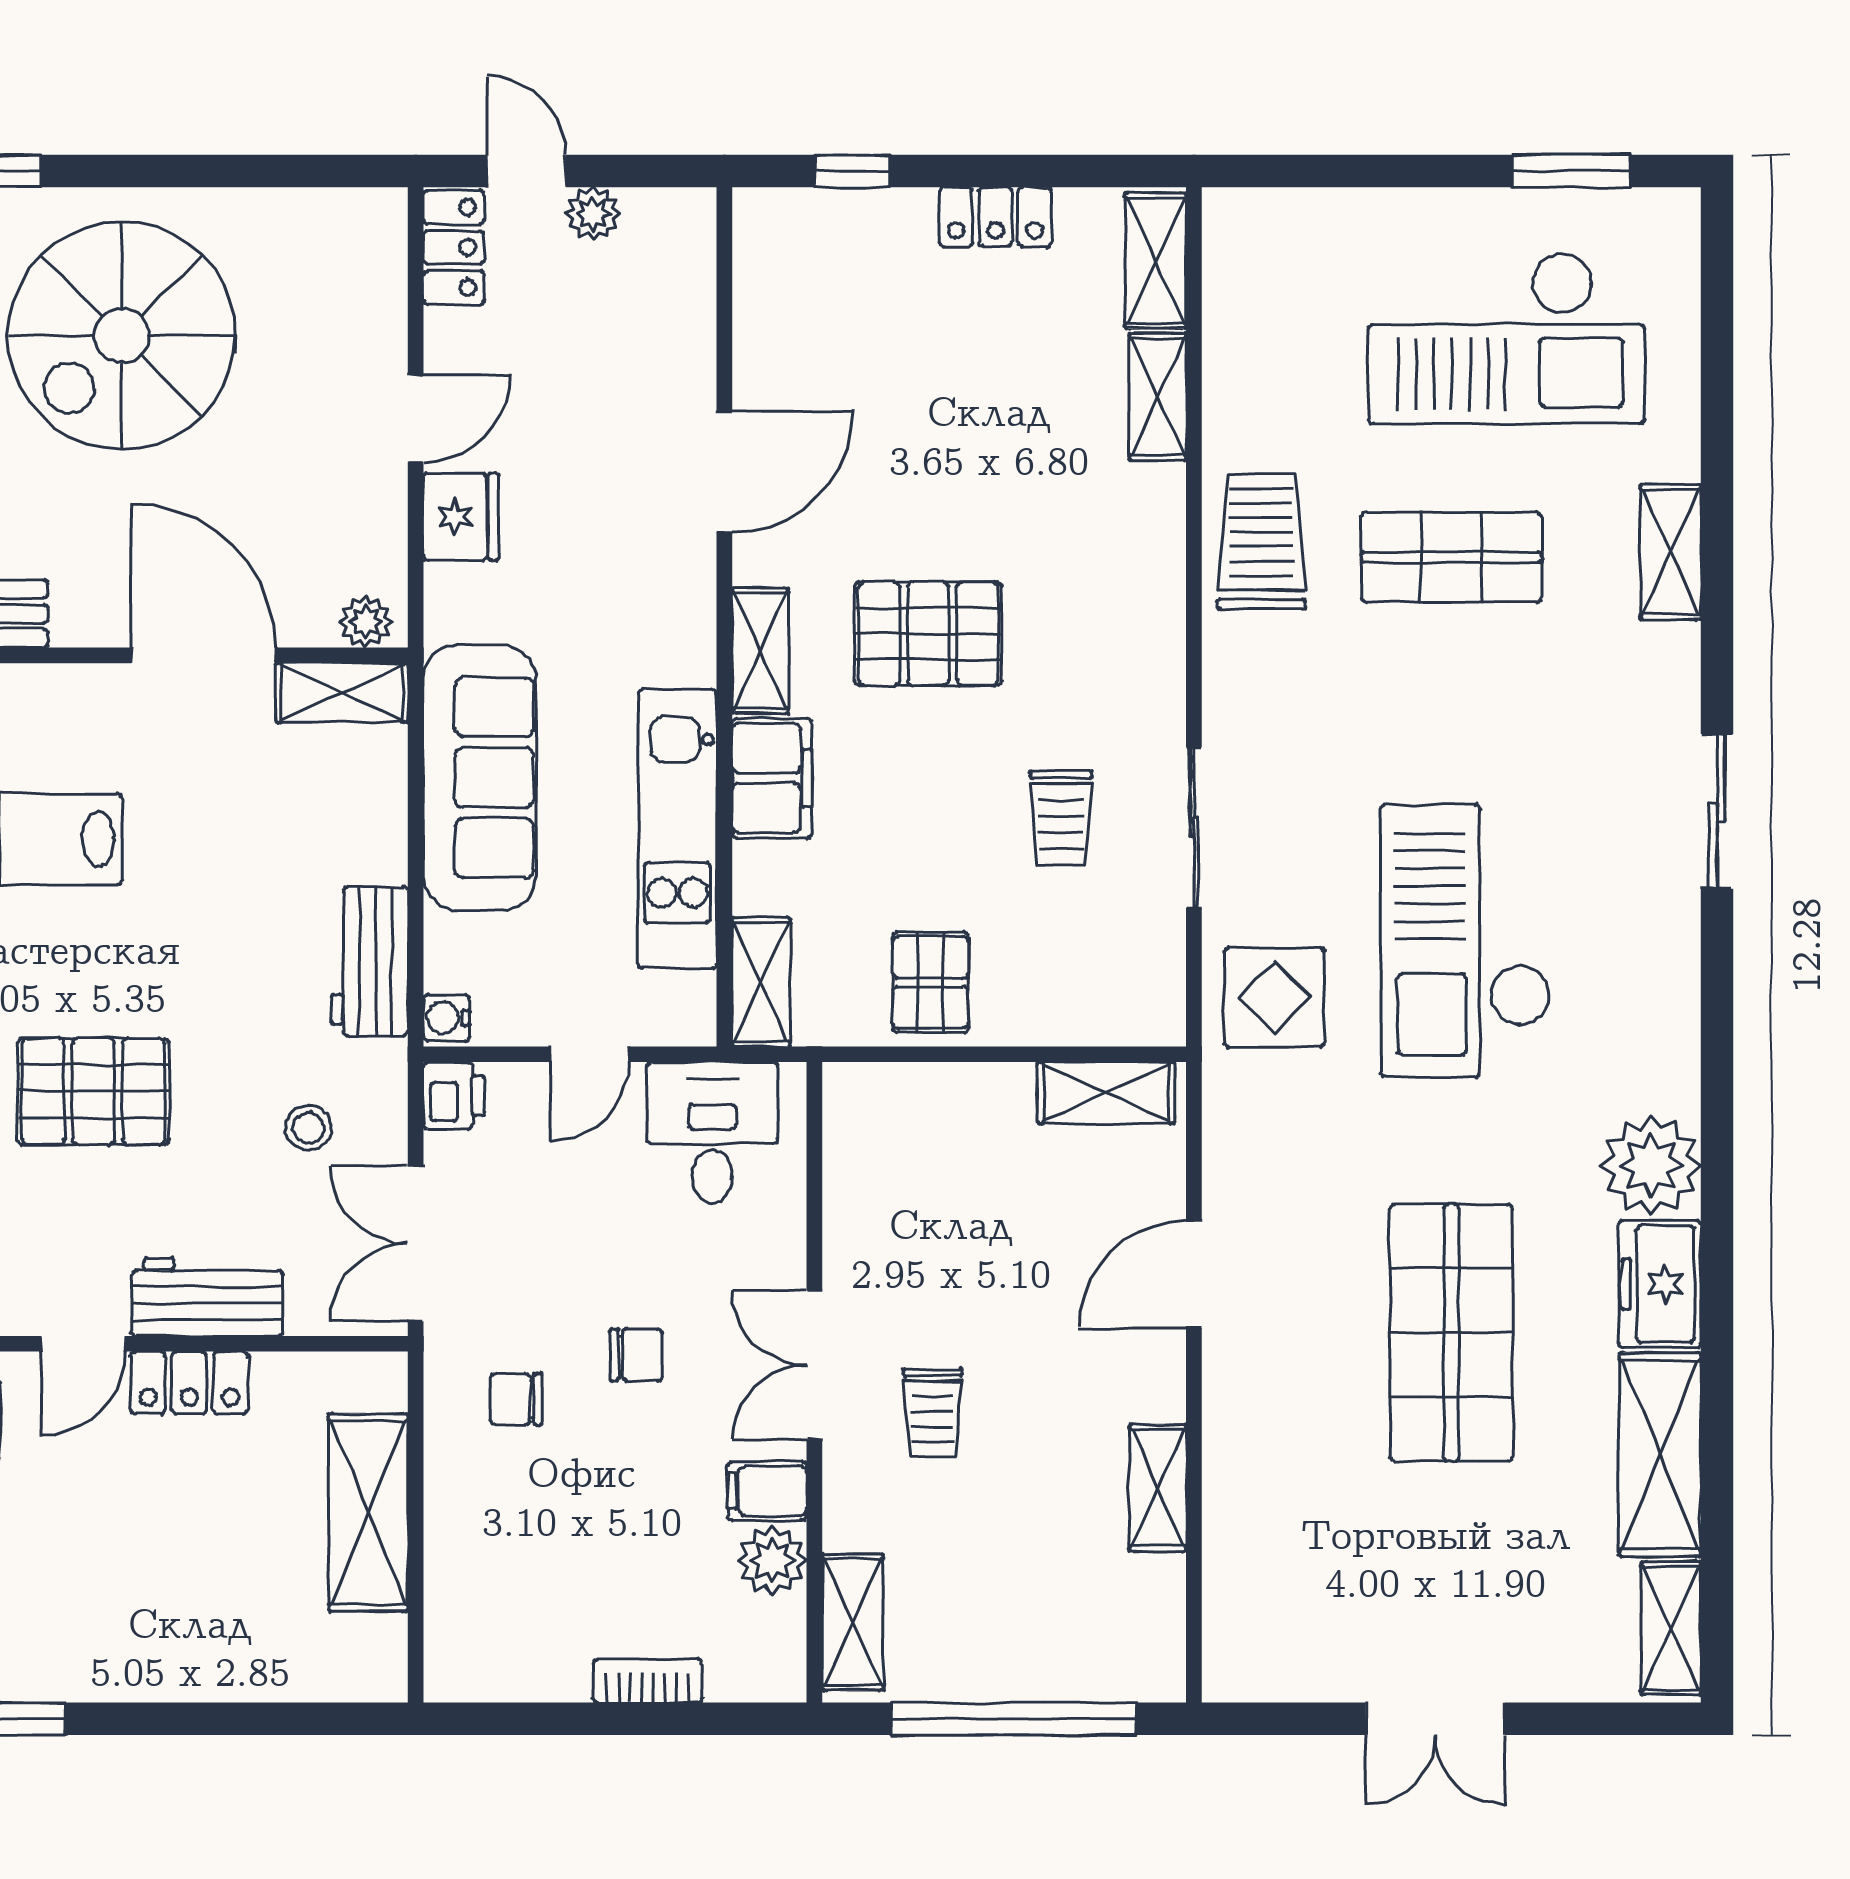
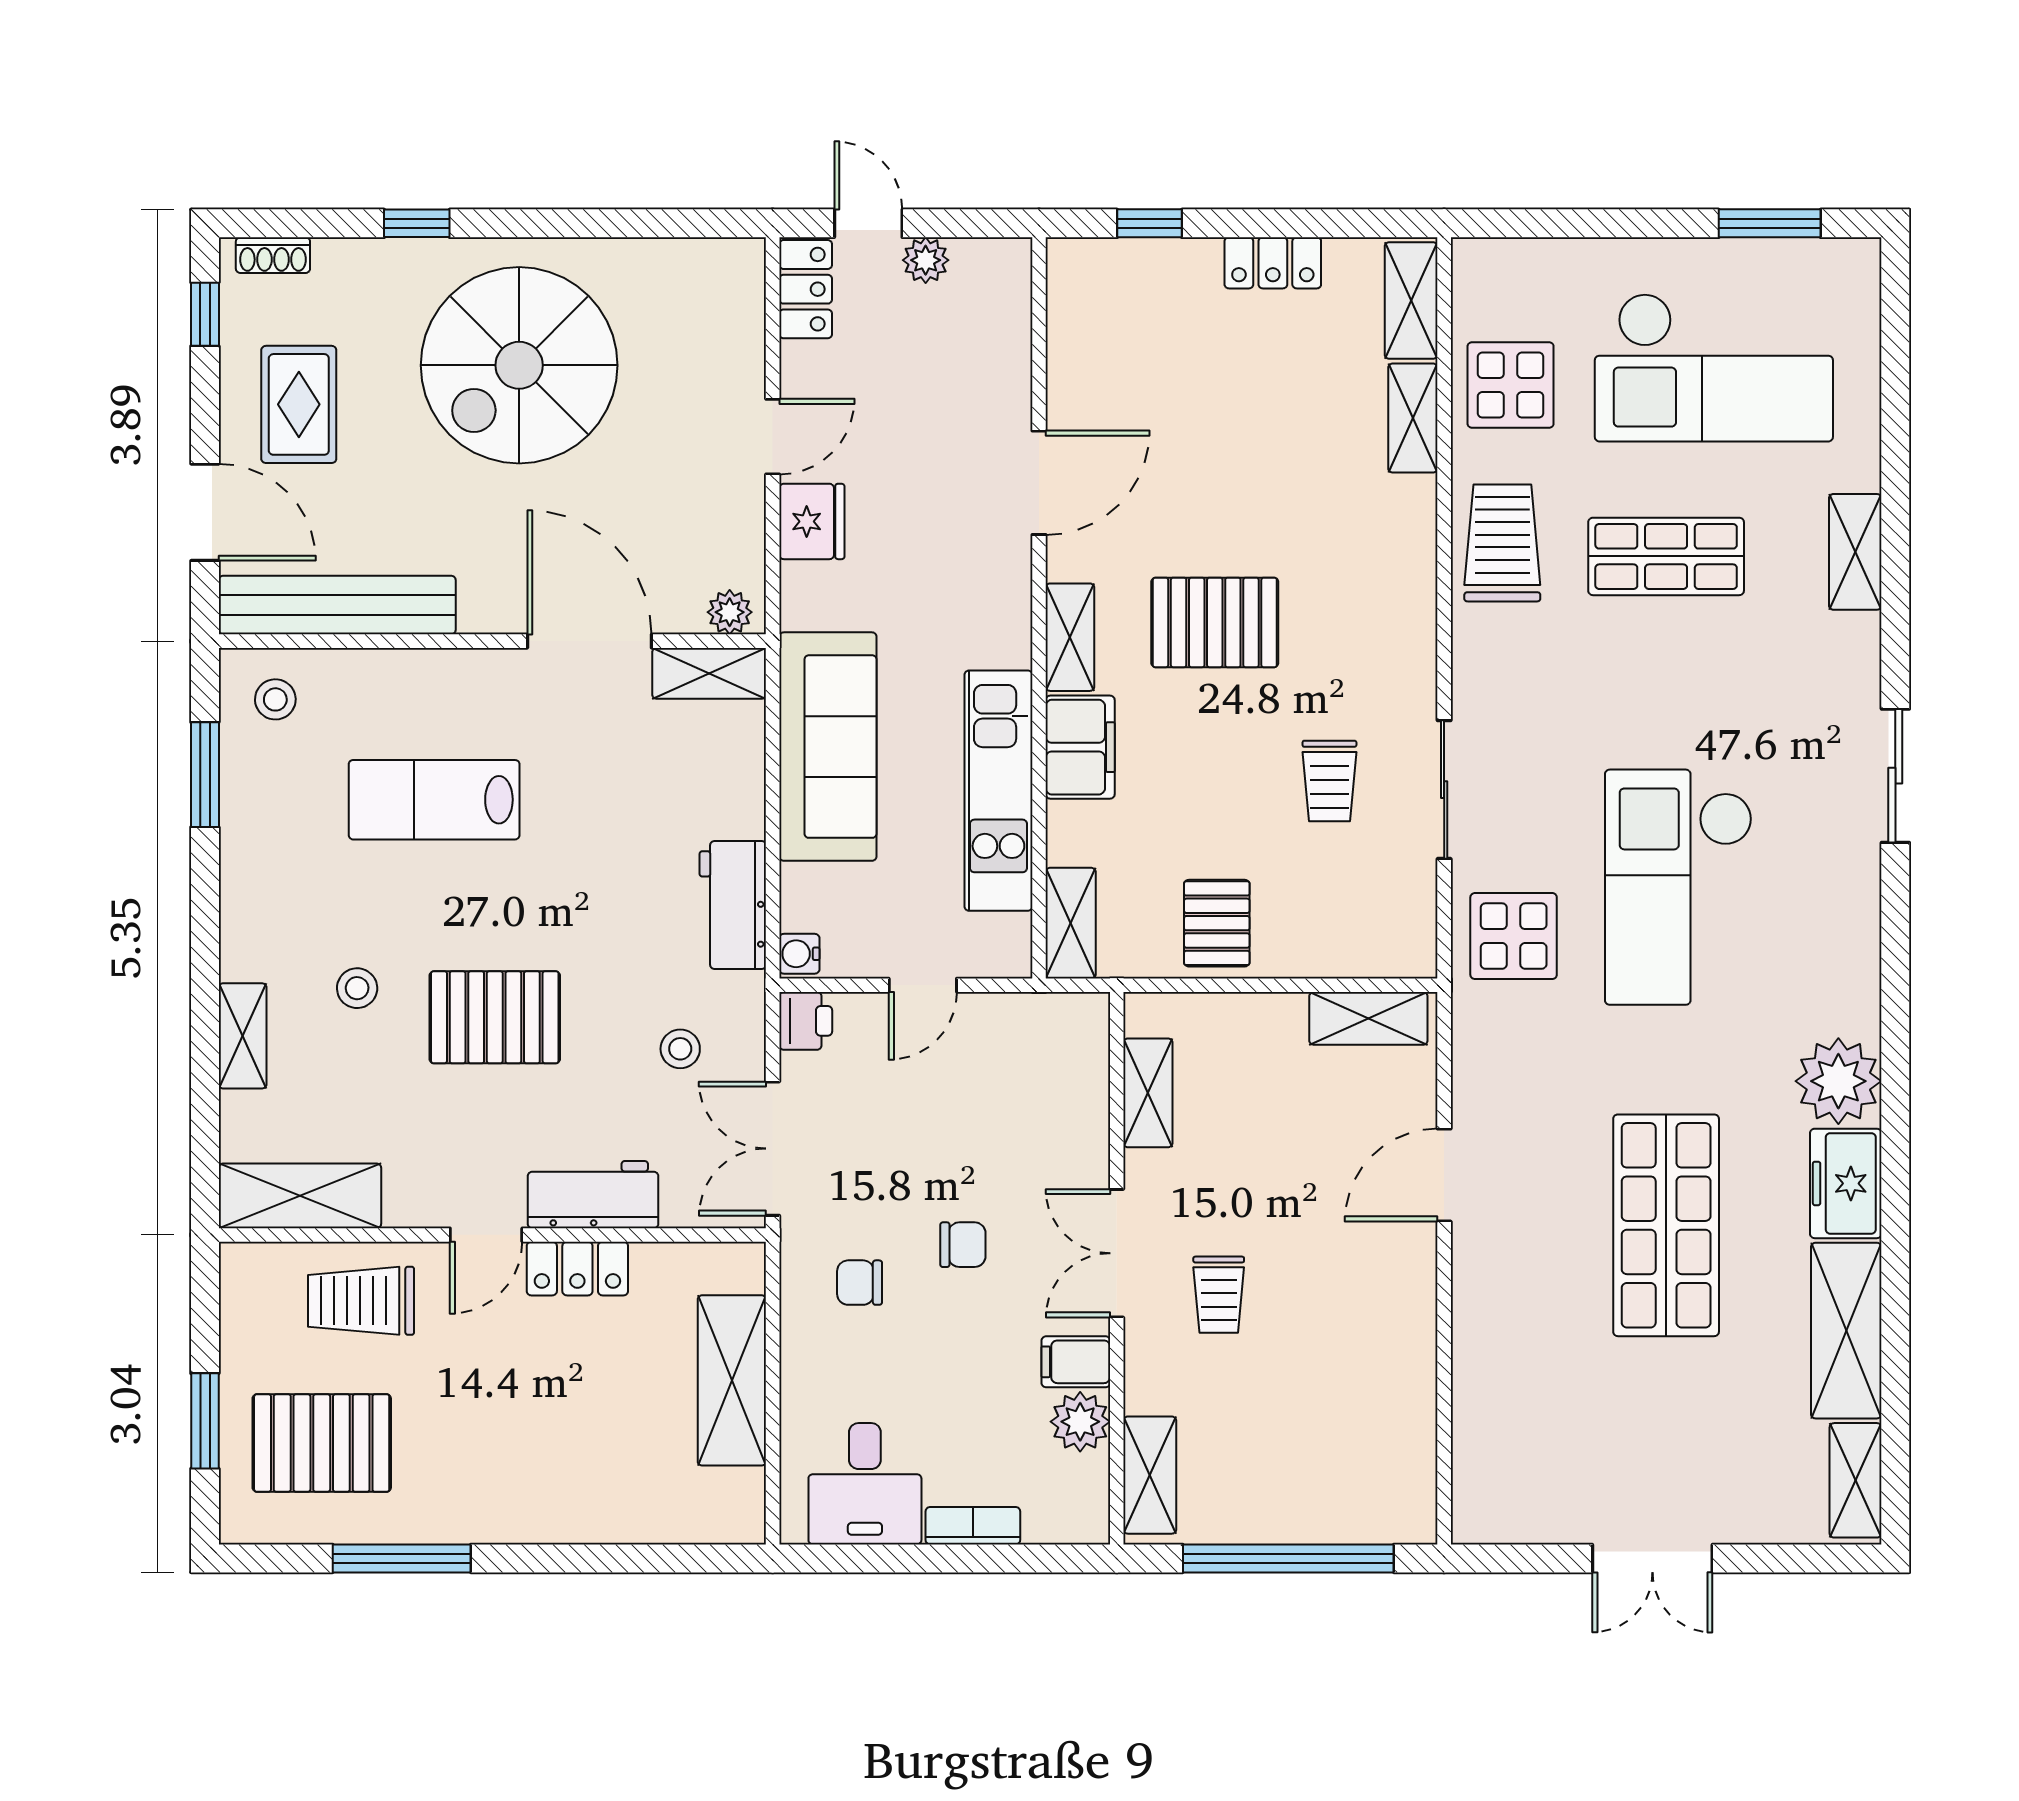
display table: (1271, 358) -> (1511, 385), added
desk: (712, 1132) -> (865, 1484), moved, turned 180
shelving: (1158, 1488) -> (1148, 1093), moved

